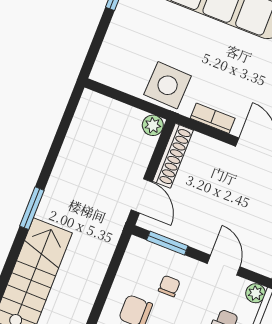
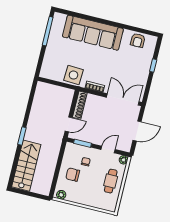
plant: (153, 125) -> (69, 93), removed
door: (142, 196) -> (69, 124), hinge flipped
door: (224, 265) -> (108, 150), hinge flipped

